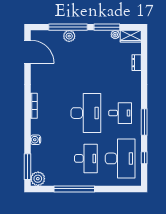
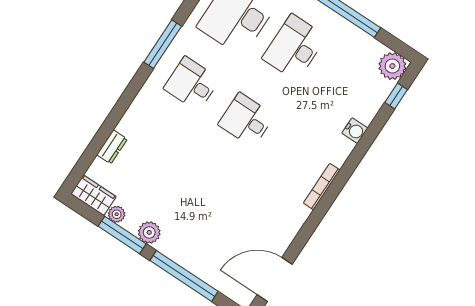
plant: (69, 36) -> (149, 232), moved
door: (28, 52) -> (275, 280), hinge flipped
desk: (86, 113) -> (246, 120), width x0.53, depth x0.77
window: (28, 167) -> (396, 96), width x0.46

